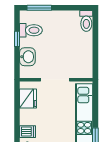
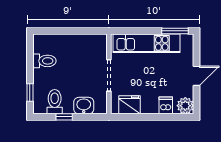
window: (39, 8) -> (30, 93), width x0.67
toilet: (86, 21) -> (44, 61), moved

